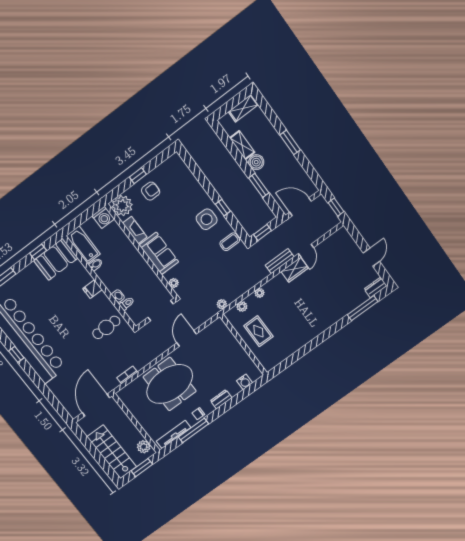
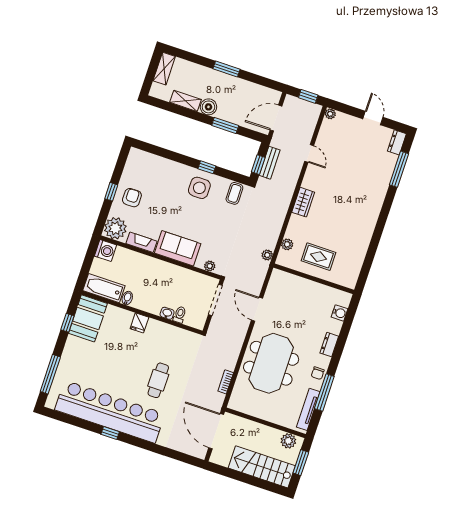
bench: (280, 261) -> (270, 163), moved
wardrobe: (295, 270) -> (303, 202), moved
plant: (260, 293) -> (330, 114), moved
cafe table: (106, 327) -> (158, 380), moved

